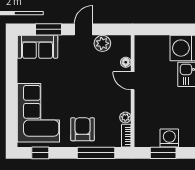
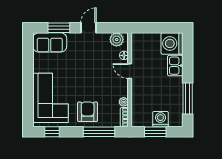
plant: (102, 43) -> (117, 40), moved

